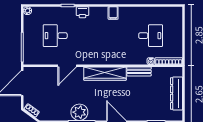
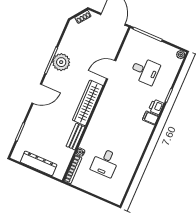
filing cabinet: (113, 13) -> (150, 118), moved
desk: (55, 36) -> (145, 71), turned 90
door: (67, 66) -> (111, 70), hinge flipped

